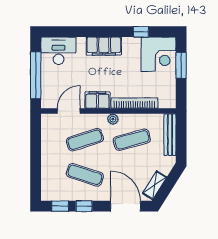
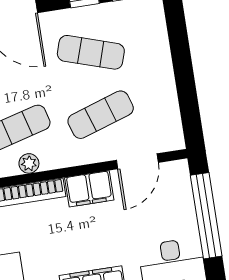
plant: (113, 119) -> (29, 163), moved

